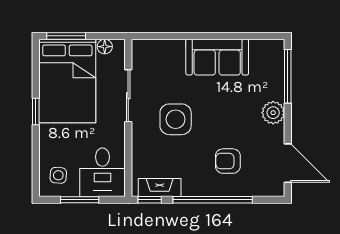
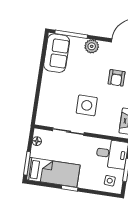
sofa: (217, 57) -> (57, 53), moved
bed: (67, 81) -> (53, 172), width x0.67

